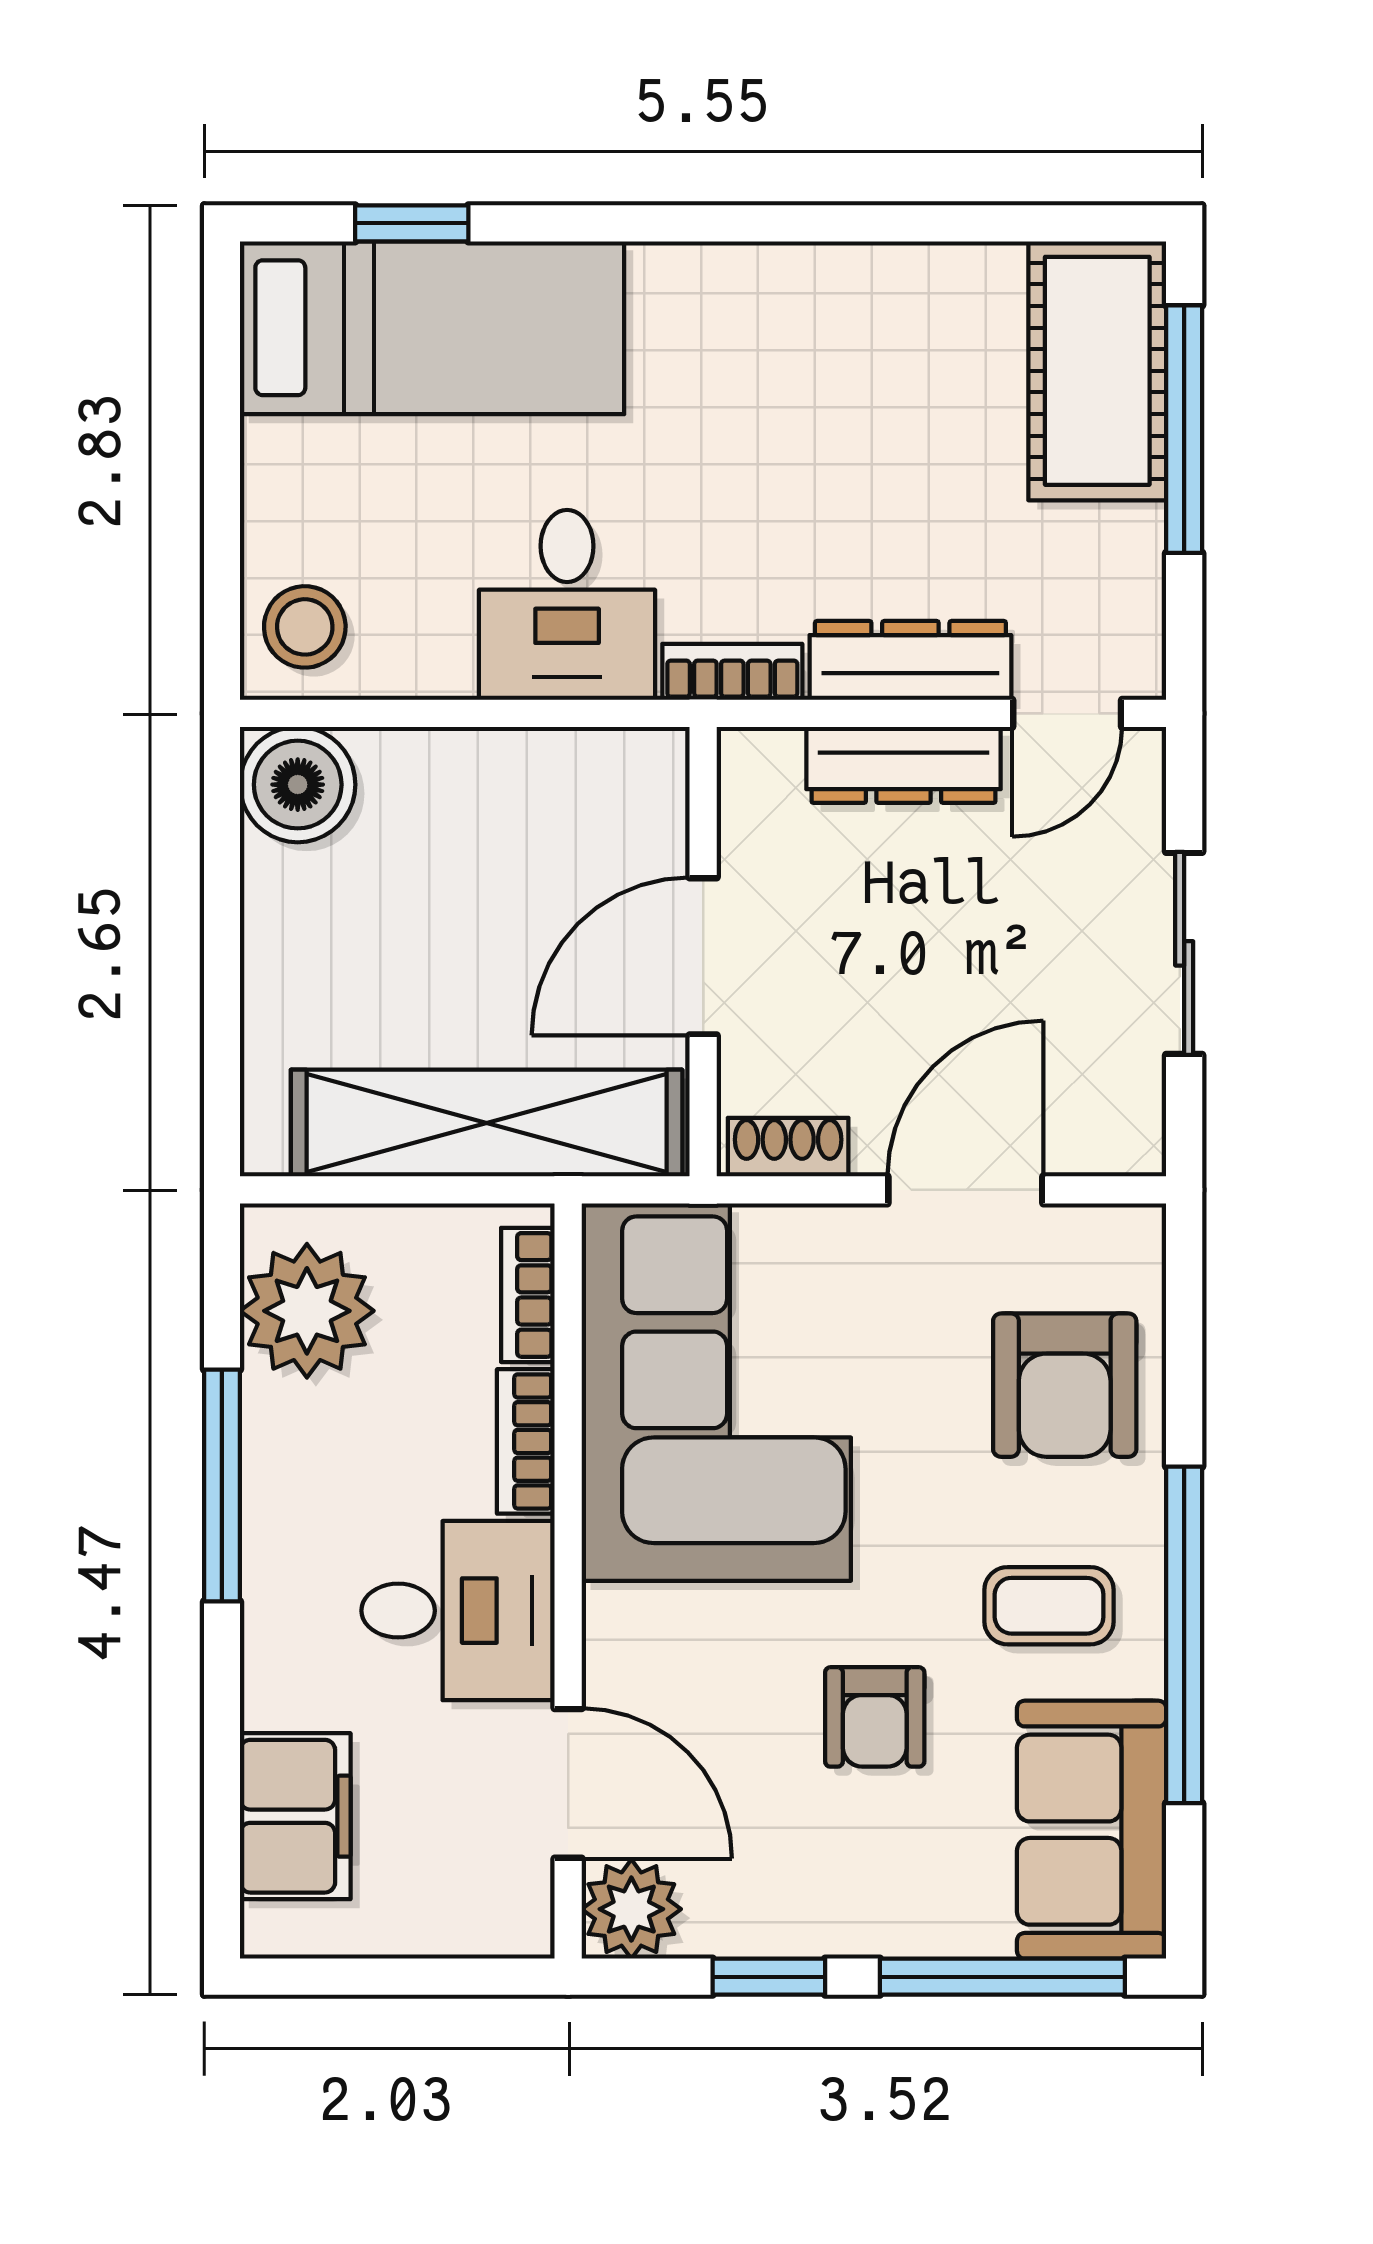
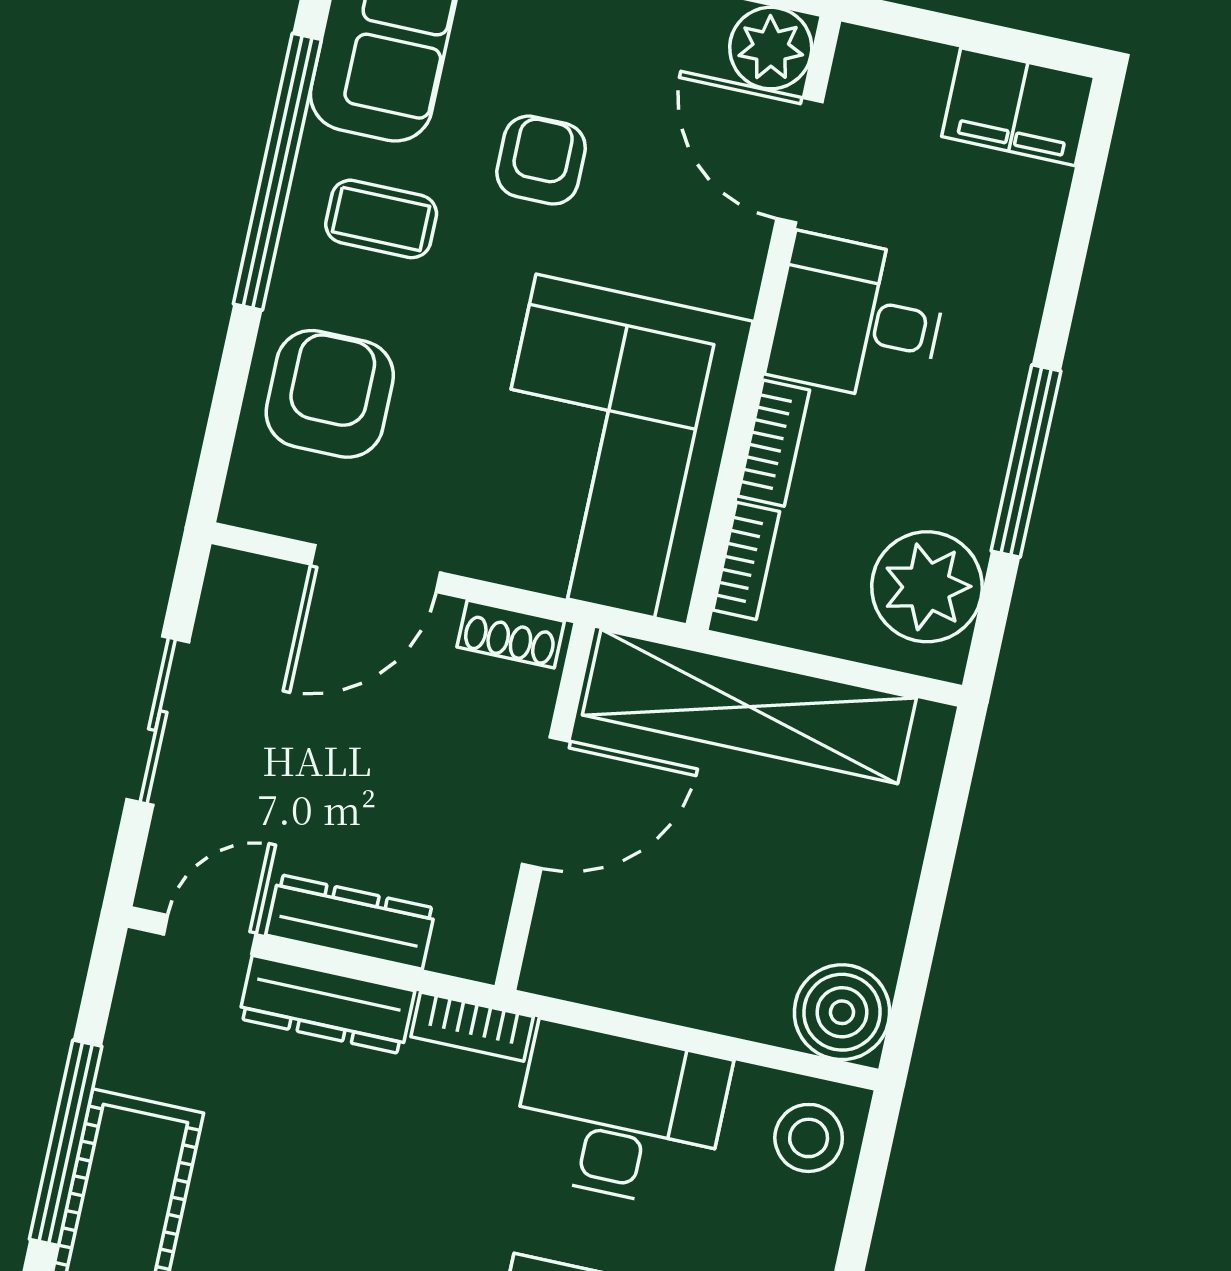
desk: (567, 605) -> (620, 1115), width x1.37
filing cabinet: (295, 1816) -> (1018, 107), moved, turned -90

